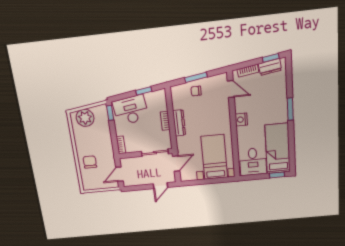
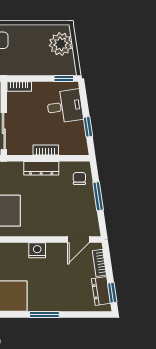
chair: (196, 91) -> (79, 178), moved
desk: (131, 110) -> (65, 106), width x0.73

